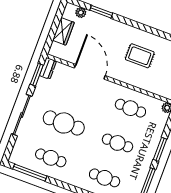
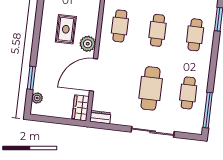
wardrobe: (63, 31) -> (81, 108), moved, turned -90
plant: (121, 73) -> (88, 44), added
window: (37, 75) -> (109, 127), removed

